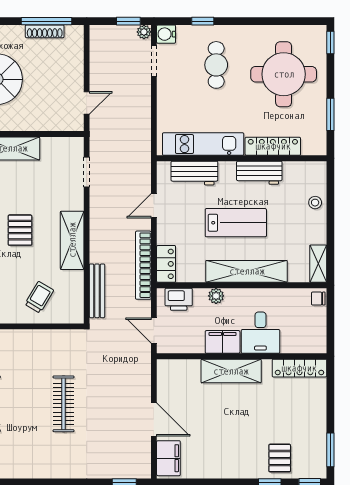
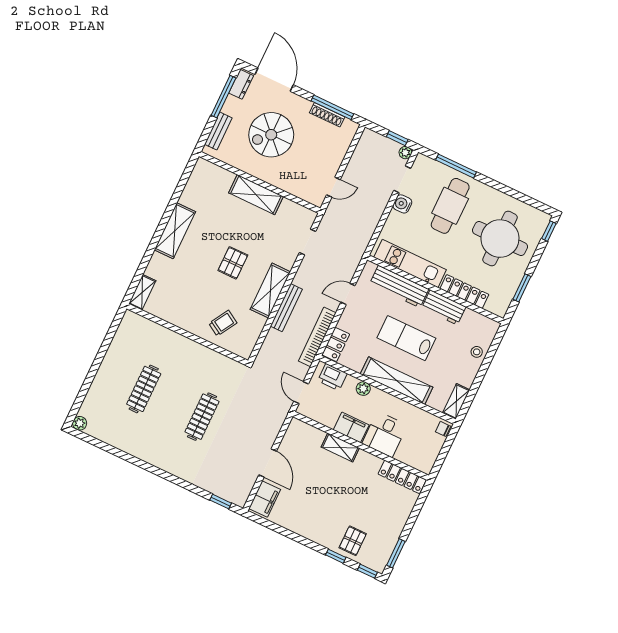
window: (203, 21) -> (456, 166), width x2.17
water cooler: (166, 34) -> (402, 204), moved
cafe table: (216, 65) -> (450, 206), width x1.37, depth x1.35
workbench: (194, 173) -> (399, 287), width x1.38
lab bench: (236, 223) -> (406, 338), turned 180
bench: (97, 291) -> (286, 308), moved
shelving: (231, 371) -> (340, 448), width x0.67, depth x0.75

